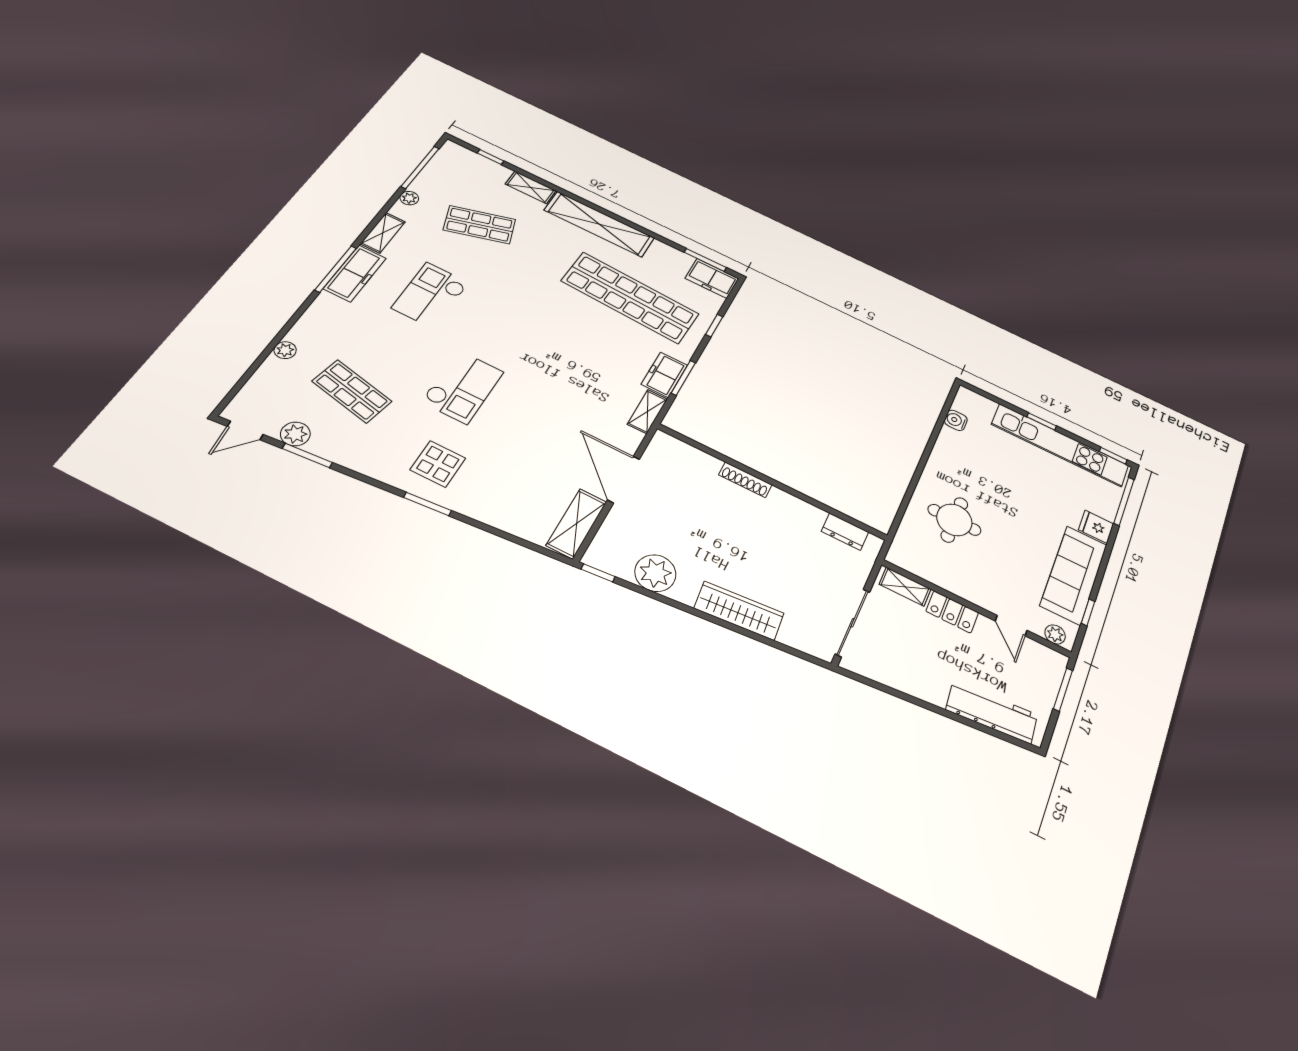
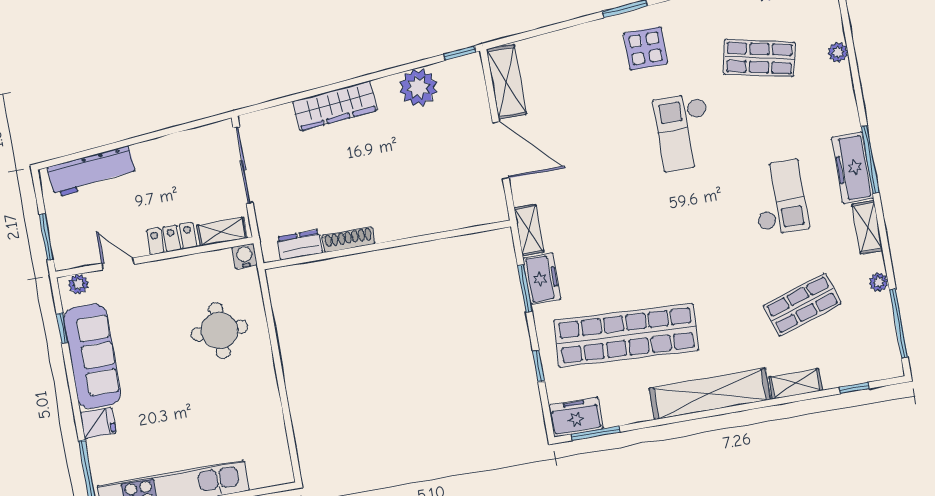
water cooler: (956, 420) -> (245, 256), moved, turned -90
shoe rack: (745, 480) -> (349, 240), moved

